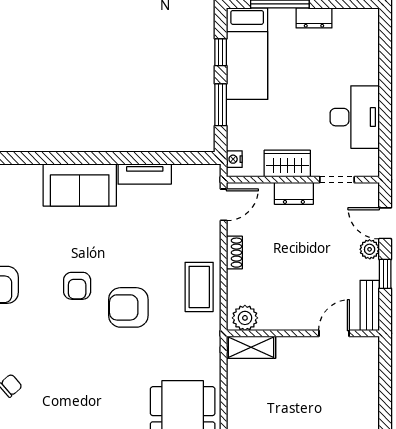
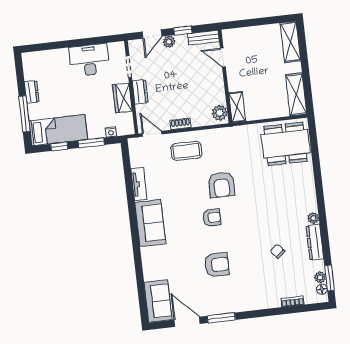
nightstand: (234, 159) -> (111, 132), moved
coffee table: (199, 287) -> (186, 151), moved

